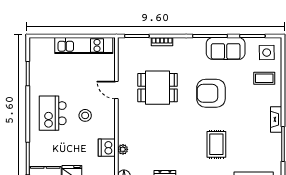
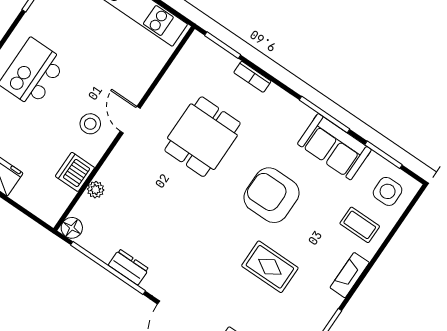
dining table: (158, 88) -> (202, 137), turned 90
door: (116, 90) -> (130, 120), moved
stool: (85, 115) -> (90, 124), moved
fireplace: (276, 119) -> (350, 275), moved
rug: (216, 144) -> (270, 267), moved, turned 90

